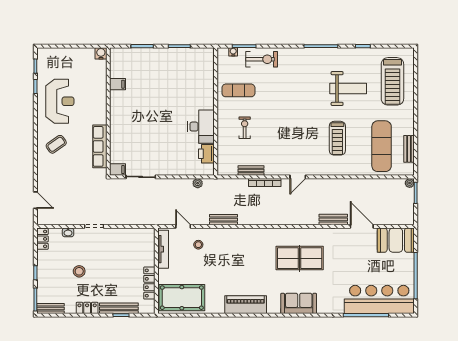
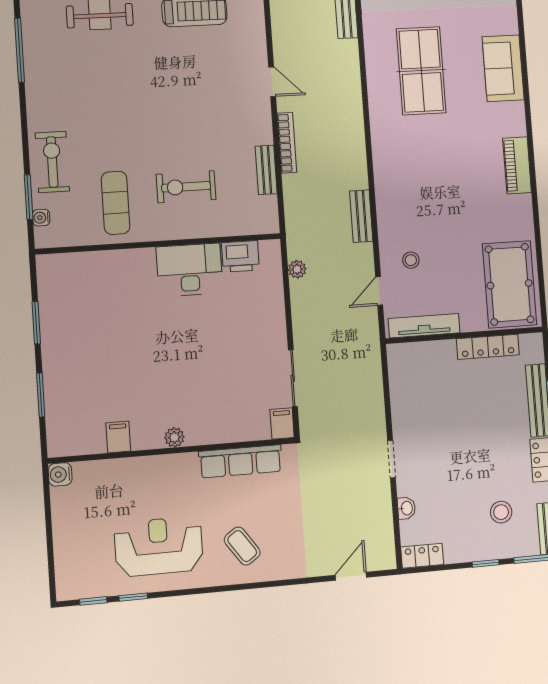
plant: (115, 113) -> (174, 437), added
exercise bike: (245, 128) -> (186, 187), width x1.38, depth x1.39
stool: (79, 271) -> (501, 512), moved
piano: (246, 305) -> (517, 165), width x0.73, depth x0.75

